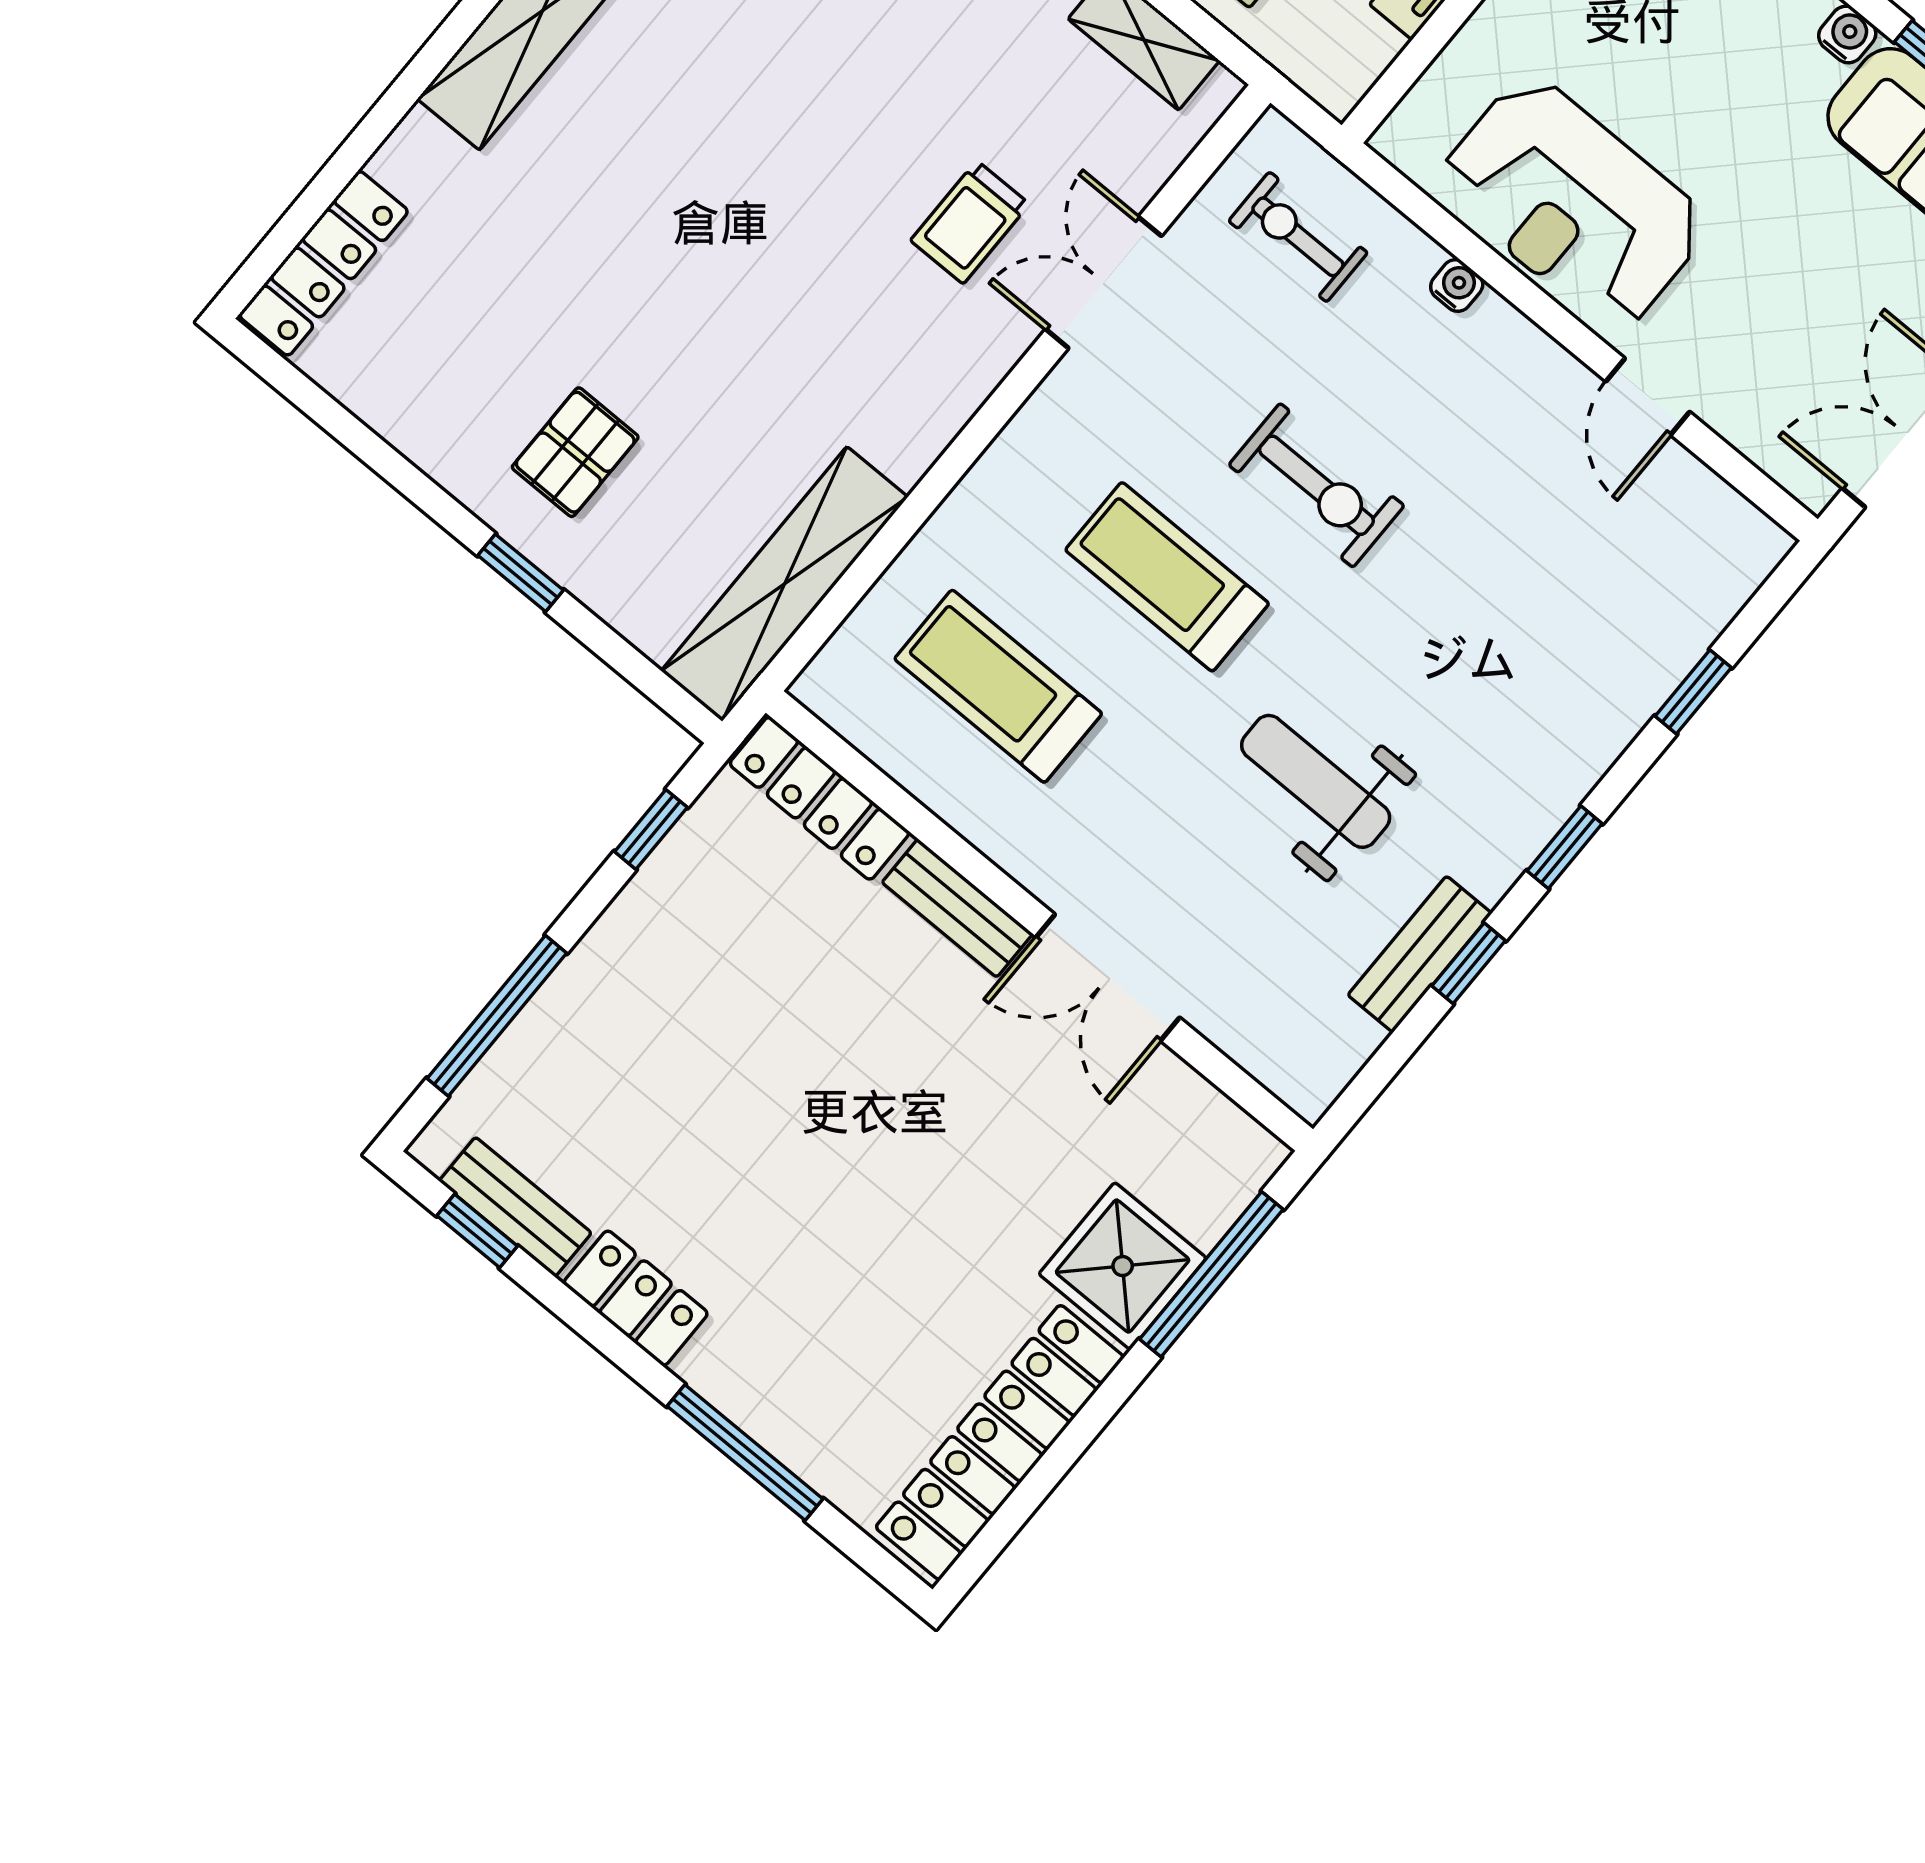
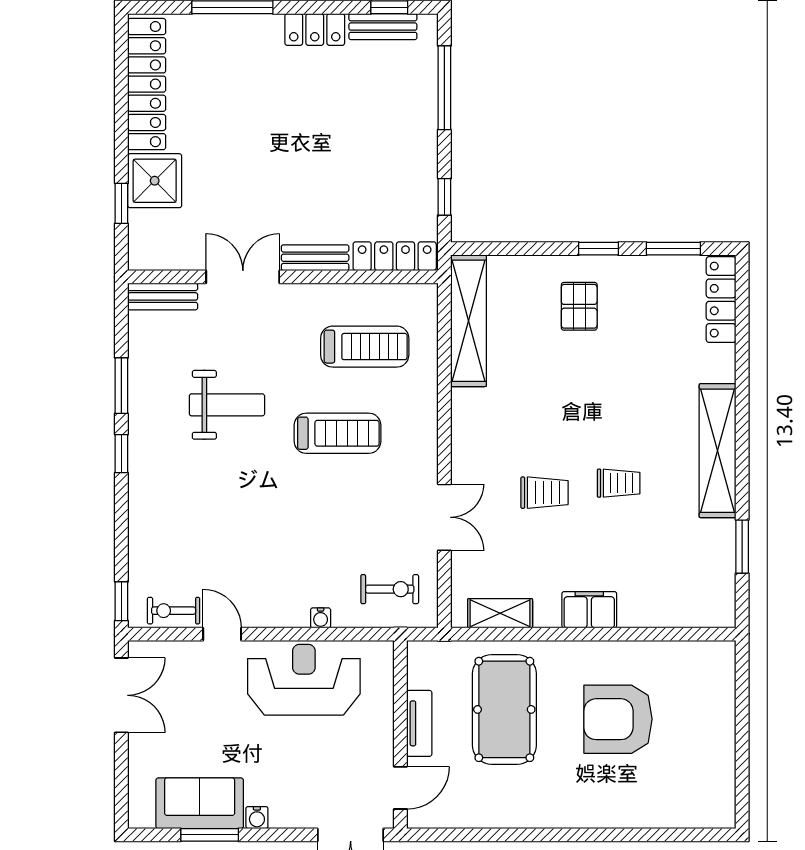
trolley: (758, 95) -> (619, 483), added
trolley: (970, 222) -> (544, 493), moved, turned 90
window: (333, 417) -> (673, 249), added
exercise bike: (1316, 485) -> (174, 611), moved, width x0.73, depth x0.72
window: (521, 573) -> (598, 249), moved
window: (1693, 692) -> (121, 601), moved
bench: (1420, 954) -> (163, 296), moved, turned 90
window: (1469, 963) -> (121, 386), width x1.50
window: (1211, 1274) -> (121, 203), width x0.46

